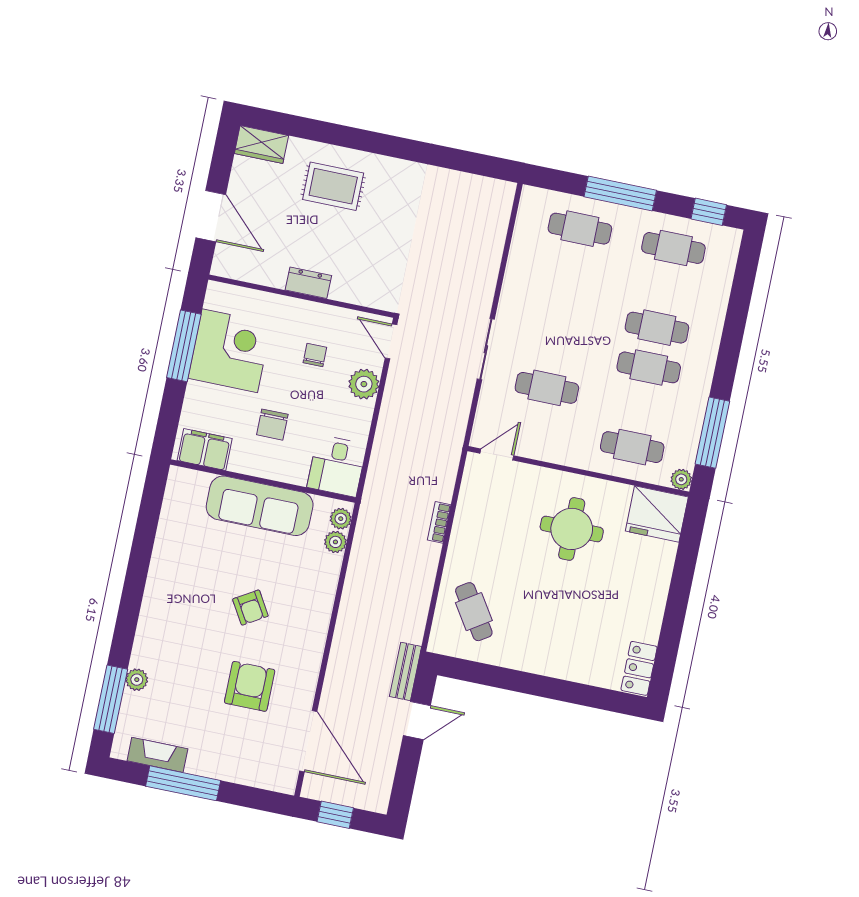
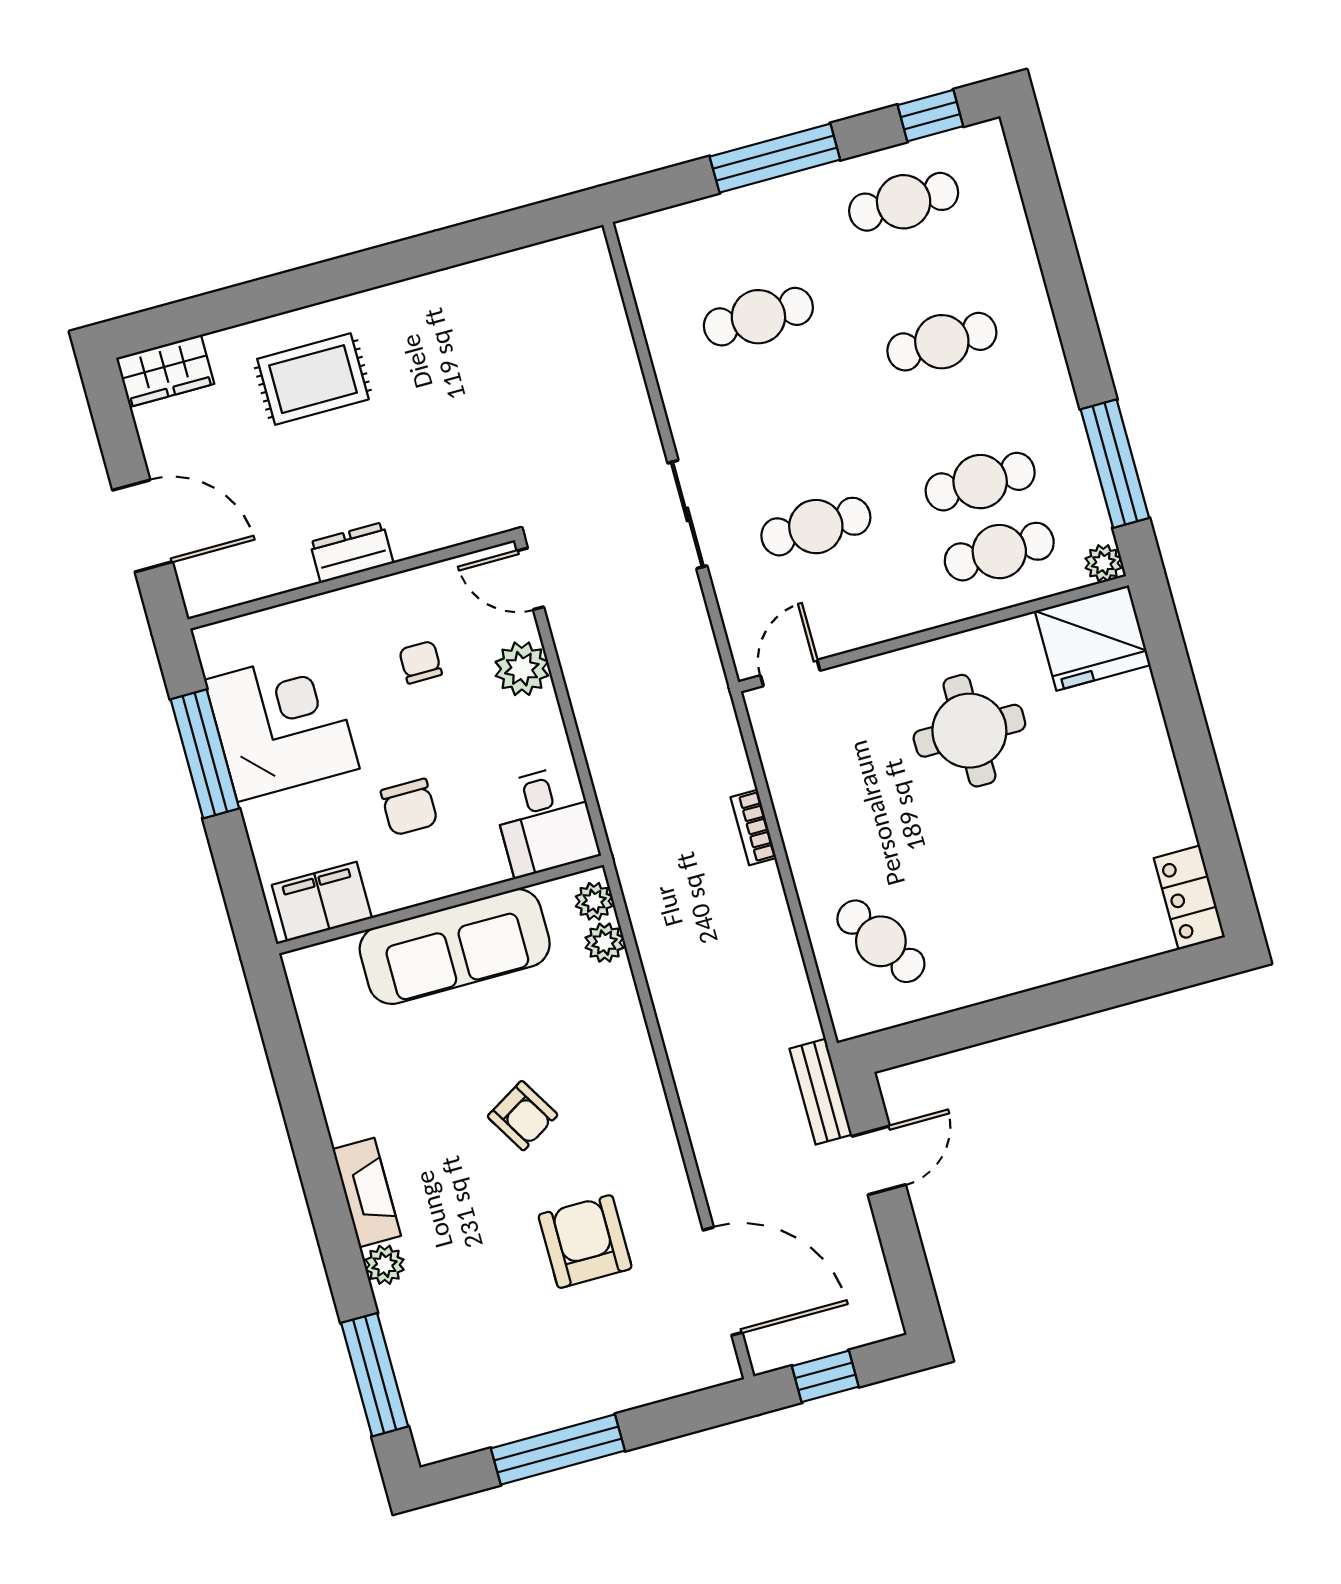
cafe table: (580, 229) -> (758, 317), moved
cafe table: (649, 367) -> (980, 482), moved
plant: (137, 680) -> (385, 1265), moved
fireplace: (157, 755) -> (367, 1192), moved, turned 90

